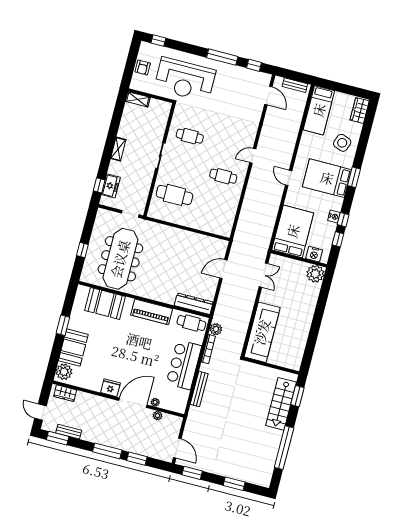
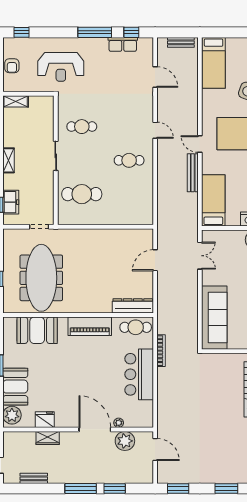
row of seats: (244, 74) -> (123, 44), added
reception desk: (185, 79) -> (61, 67), width x0.74, depth x0.77
door: (268, 96) -> (155, 77), moved
door: (253, 156) -> (155, 130), swing flipped
bed: (293, 231) -> (213, 200), width x0.67
plant: (216, 329) -> (164, 327), removed
fridge: (110, 388) -> (45, 420), moved
bench: (199, 389) -> (193, 173), moved
wardrobe: (65, 393) -> (48, 438), moved
door: (133, 403) -> (95, 429), hinge flipped
plant: (157, 416) -> (125, 441), width x1.87, depth x1.87
window: (58, 438) -> (24, 488), removed
door: (177, 448) -> (155, 449), moved

